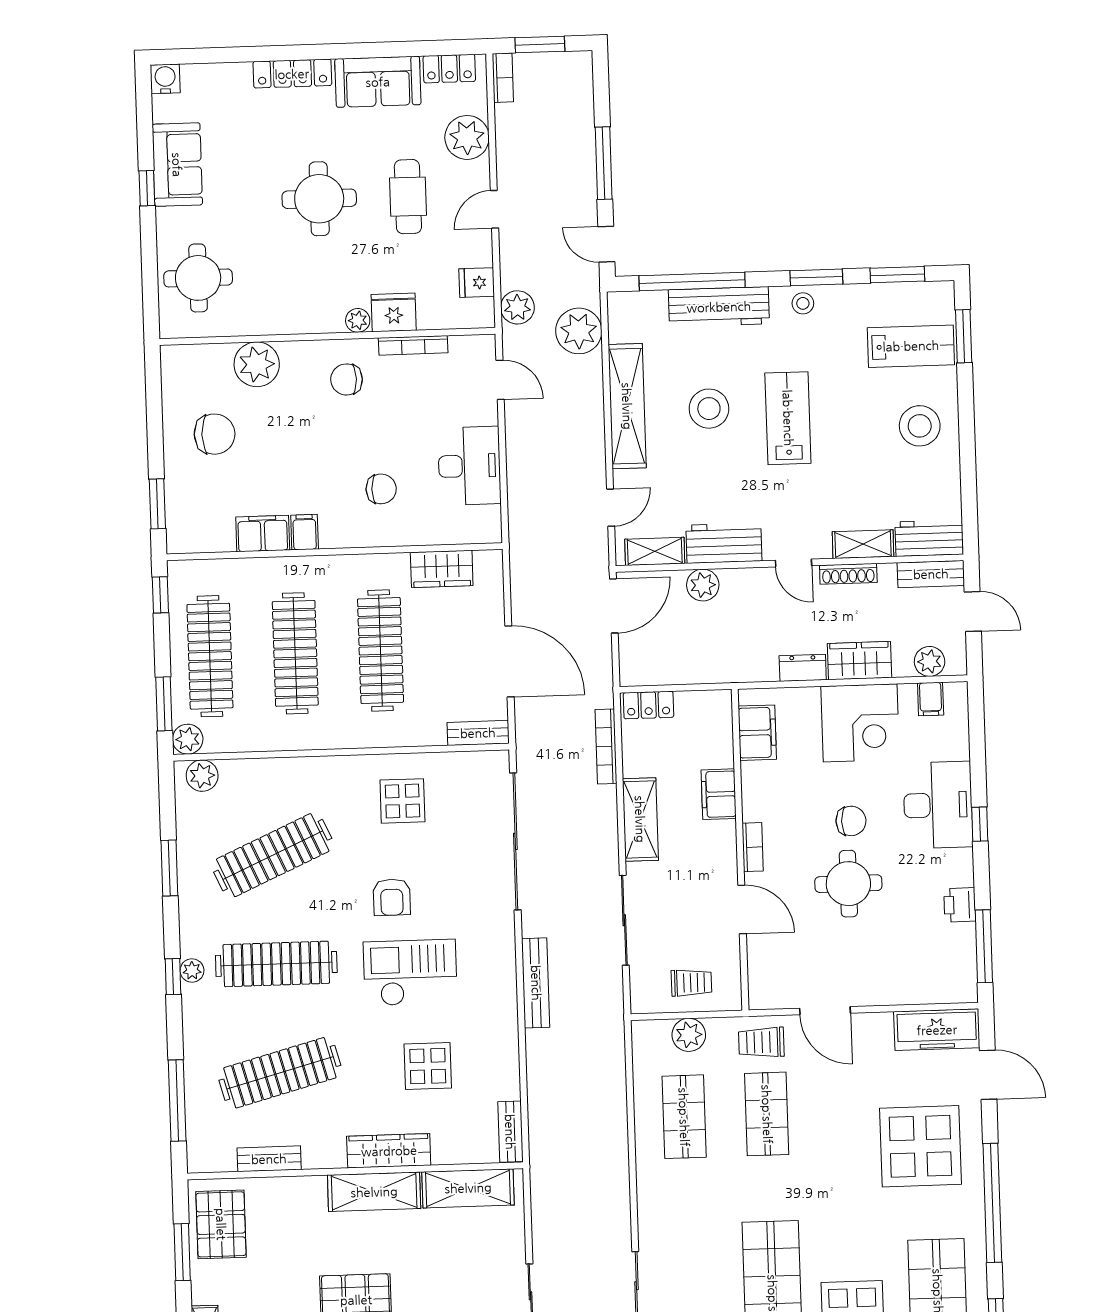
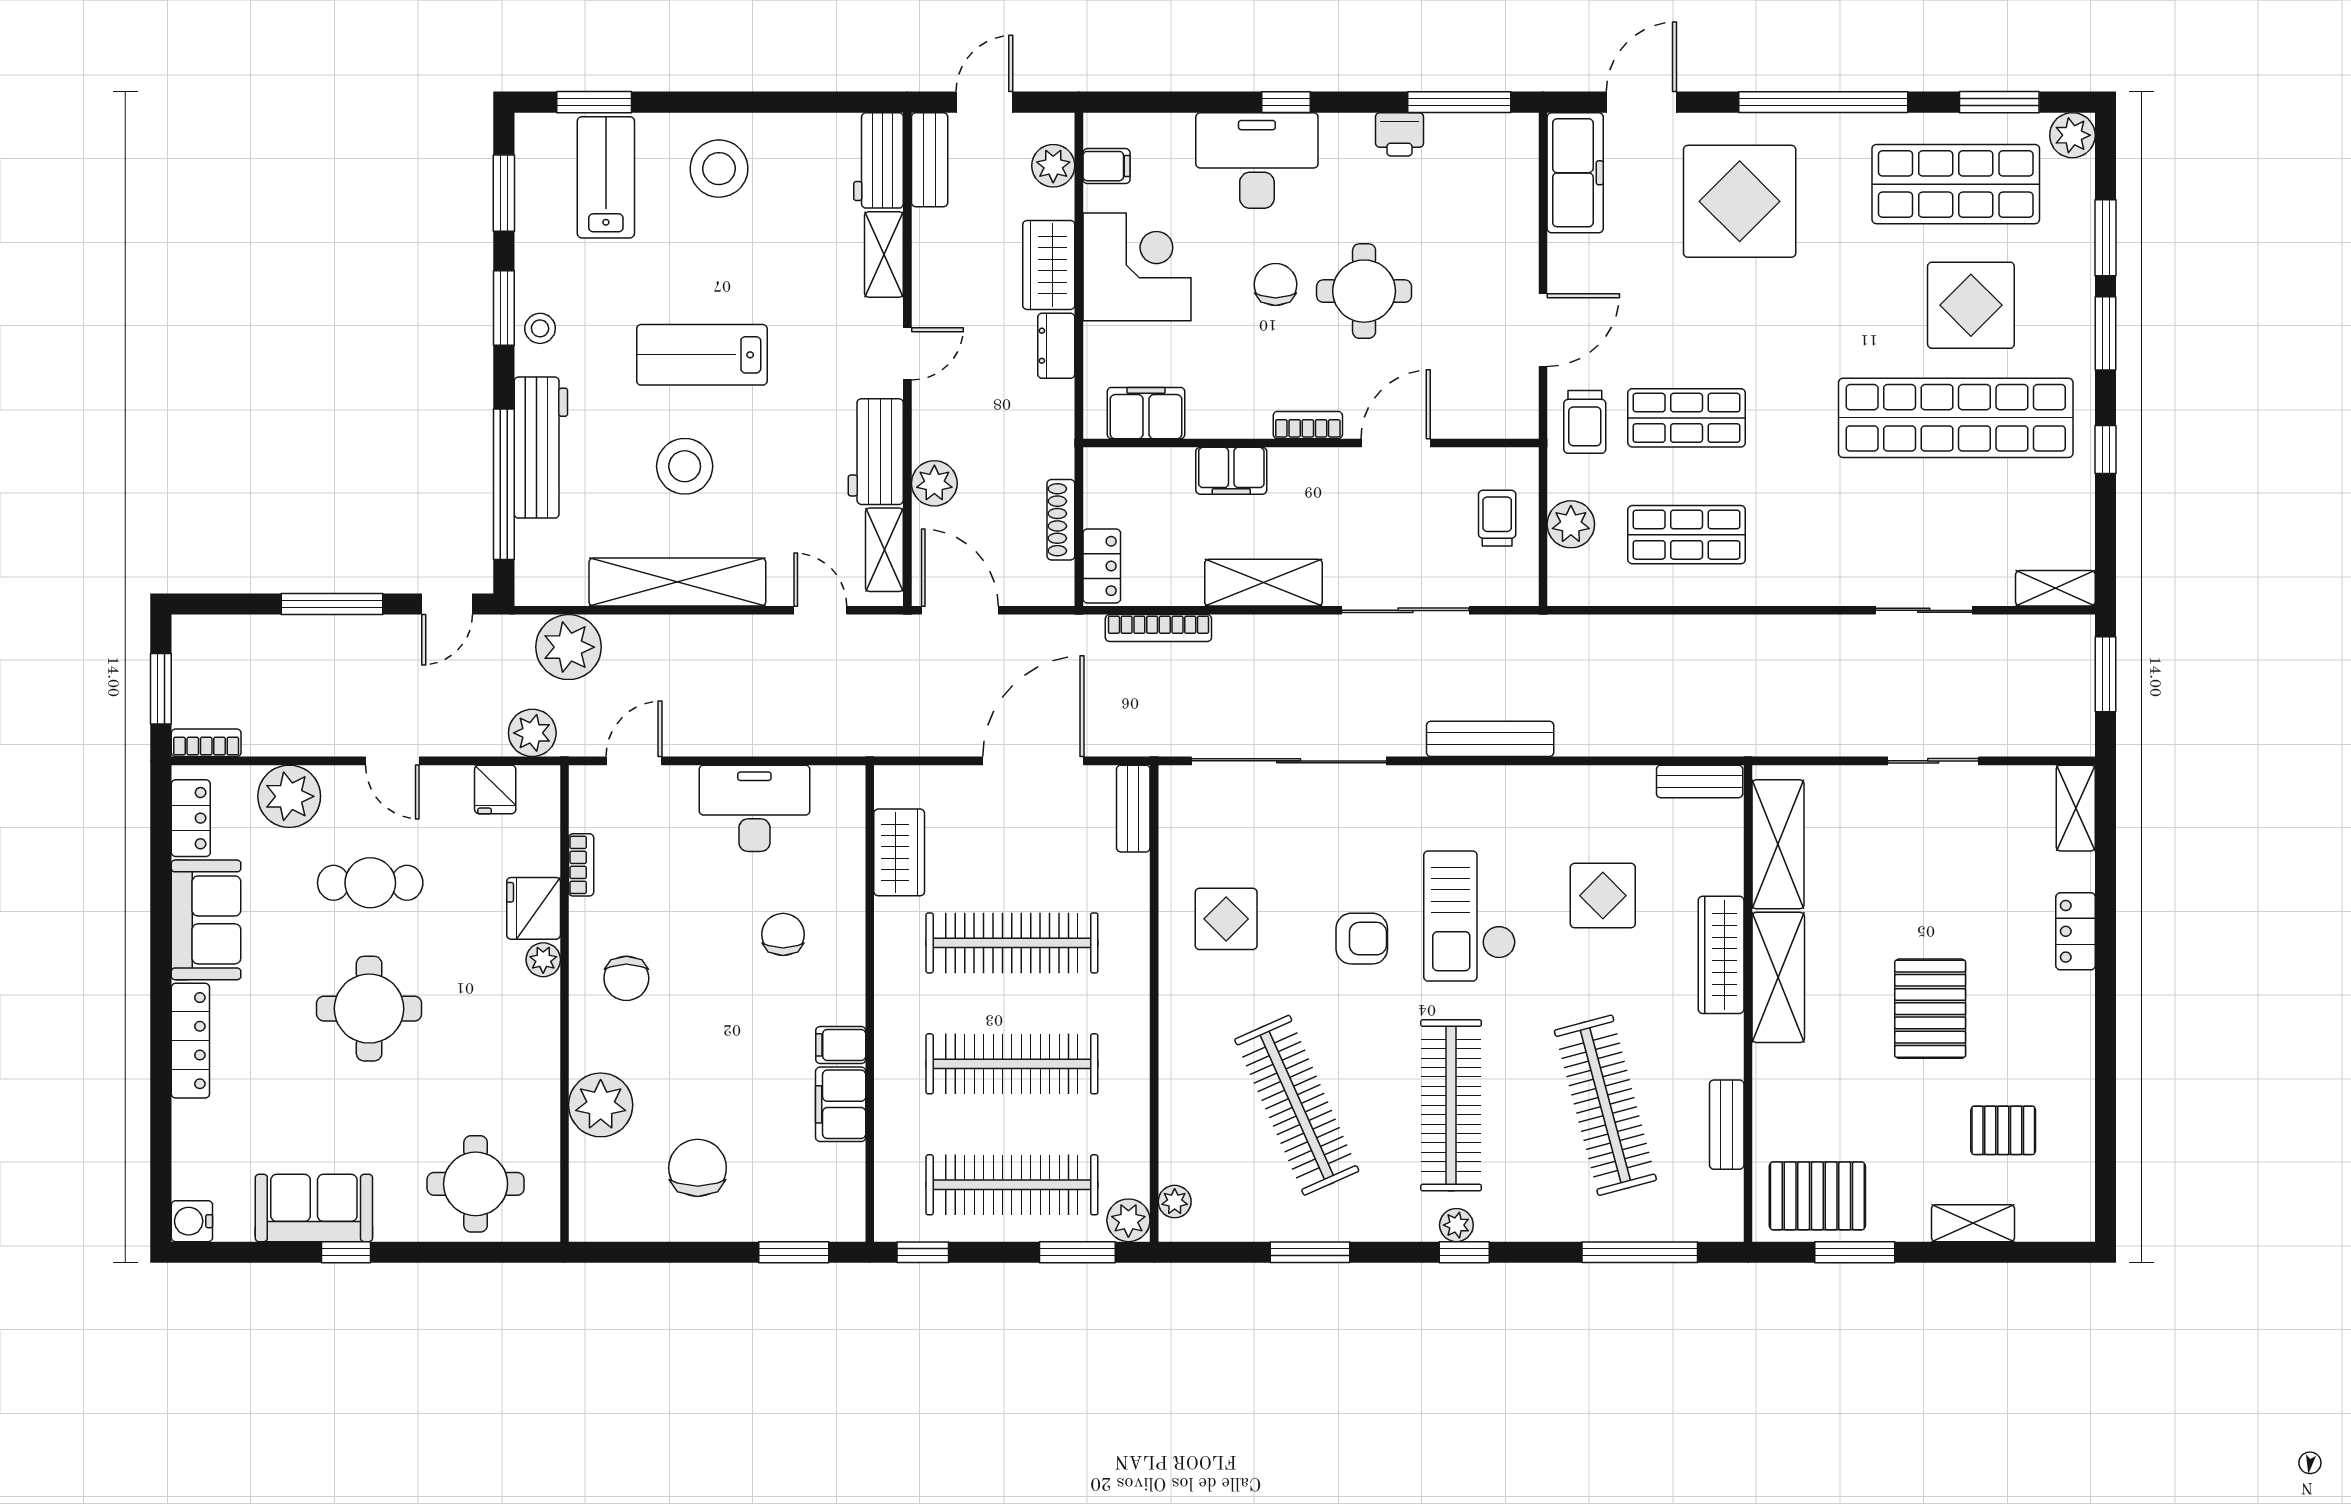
bookcase: (413, 345) -> (581, 865), width x0.64
shoe rack: (848, 574) -> (1061, 520), moved, turned 180
plant: (202, 776) -> (1175, 1202), width x0.73, depth x0.73

